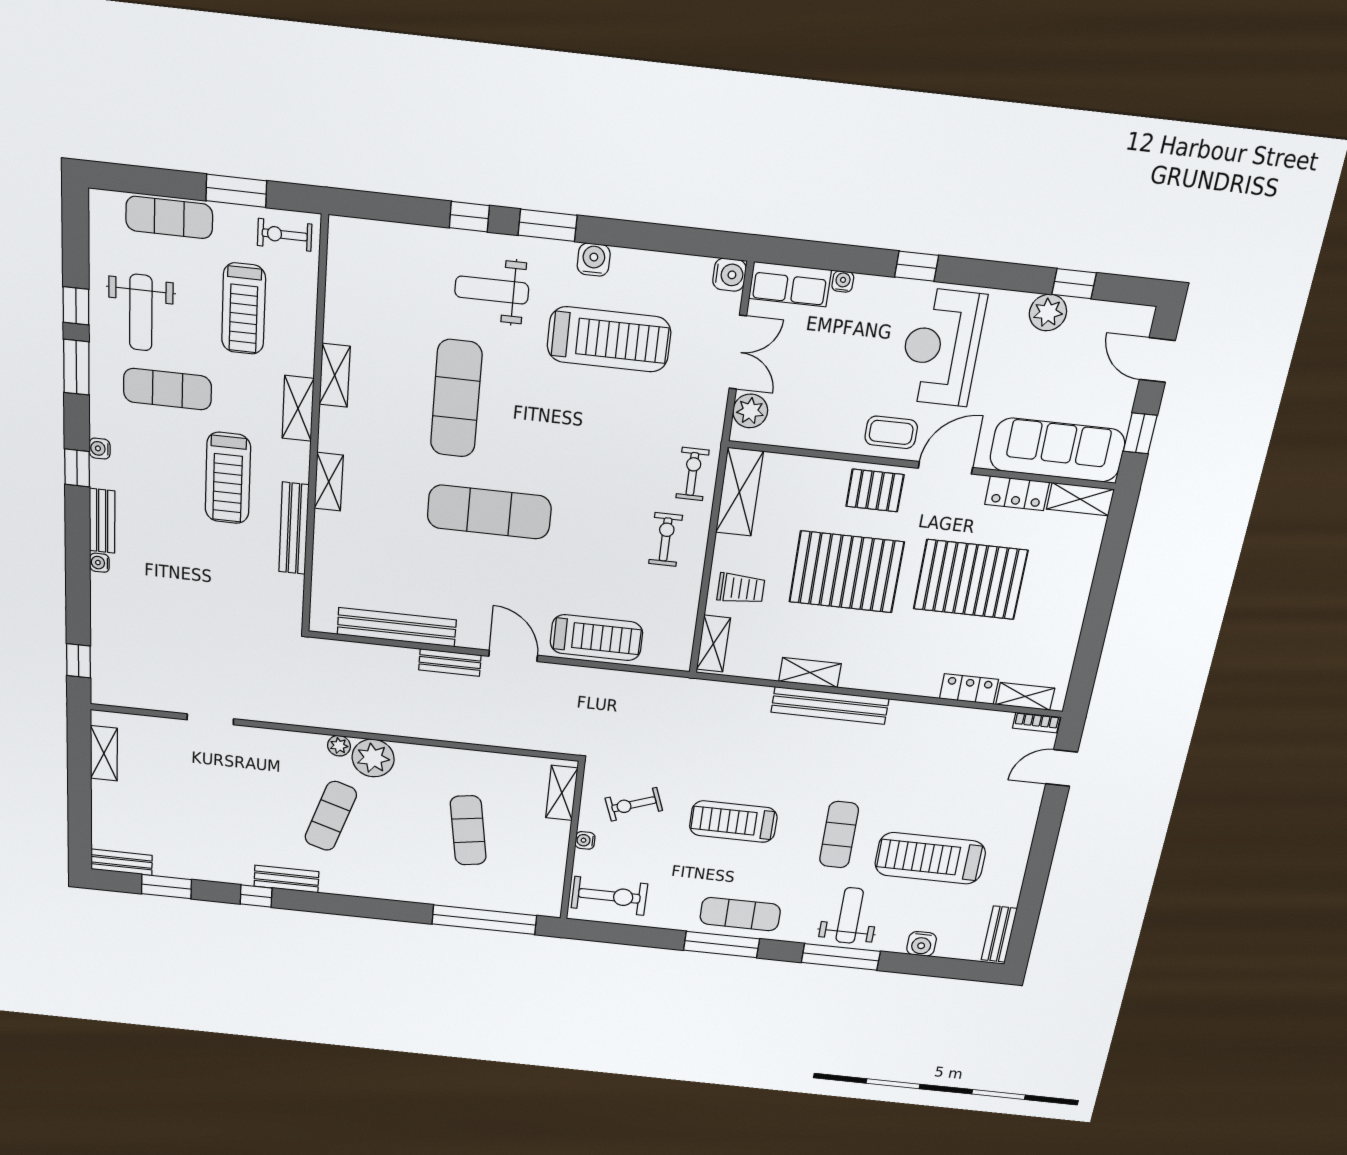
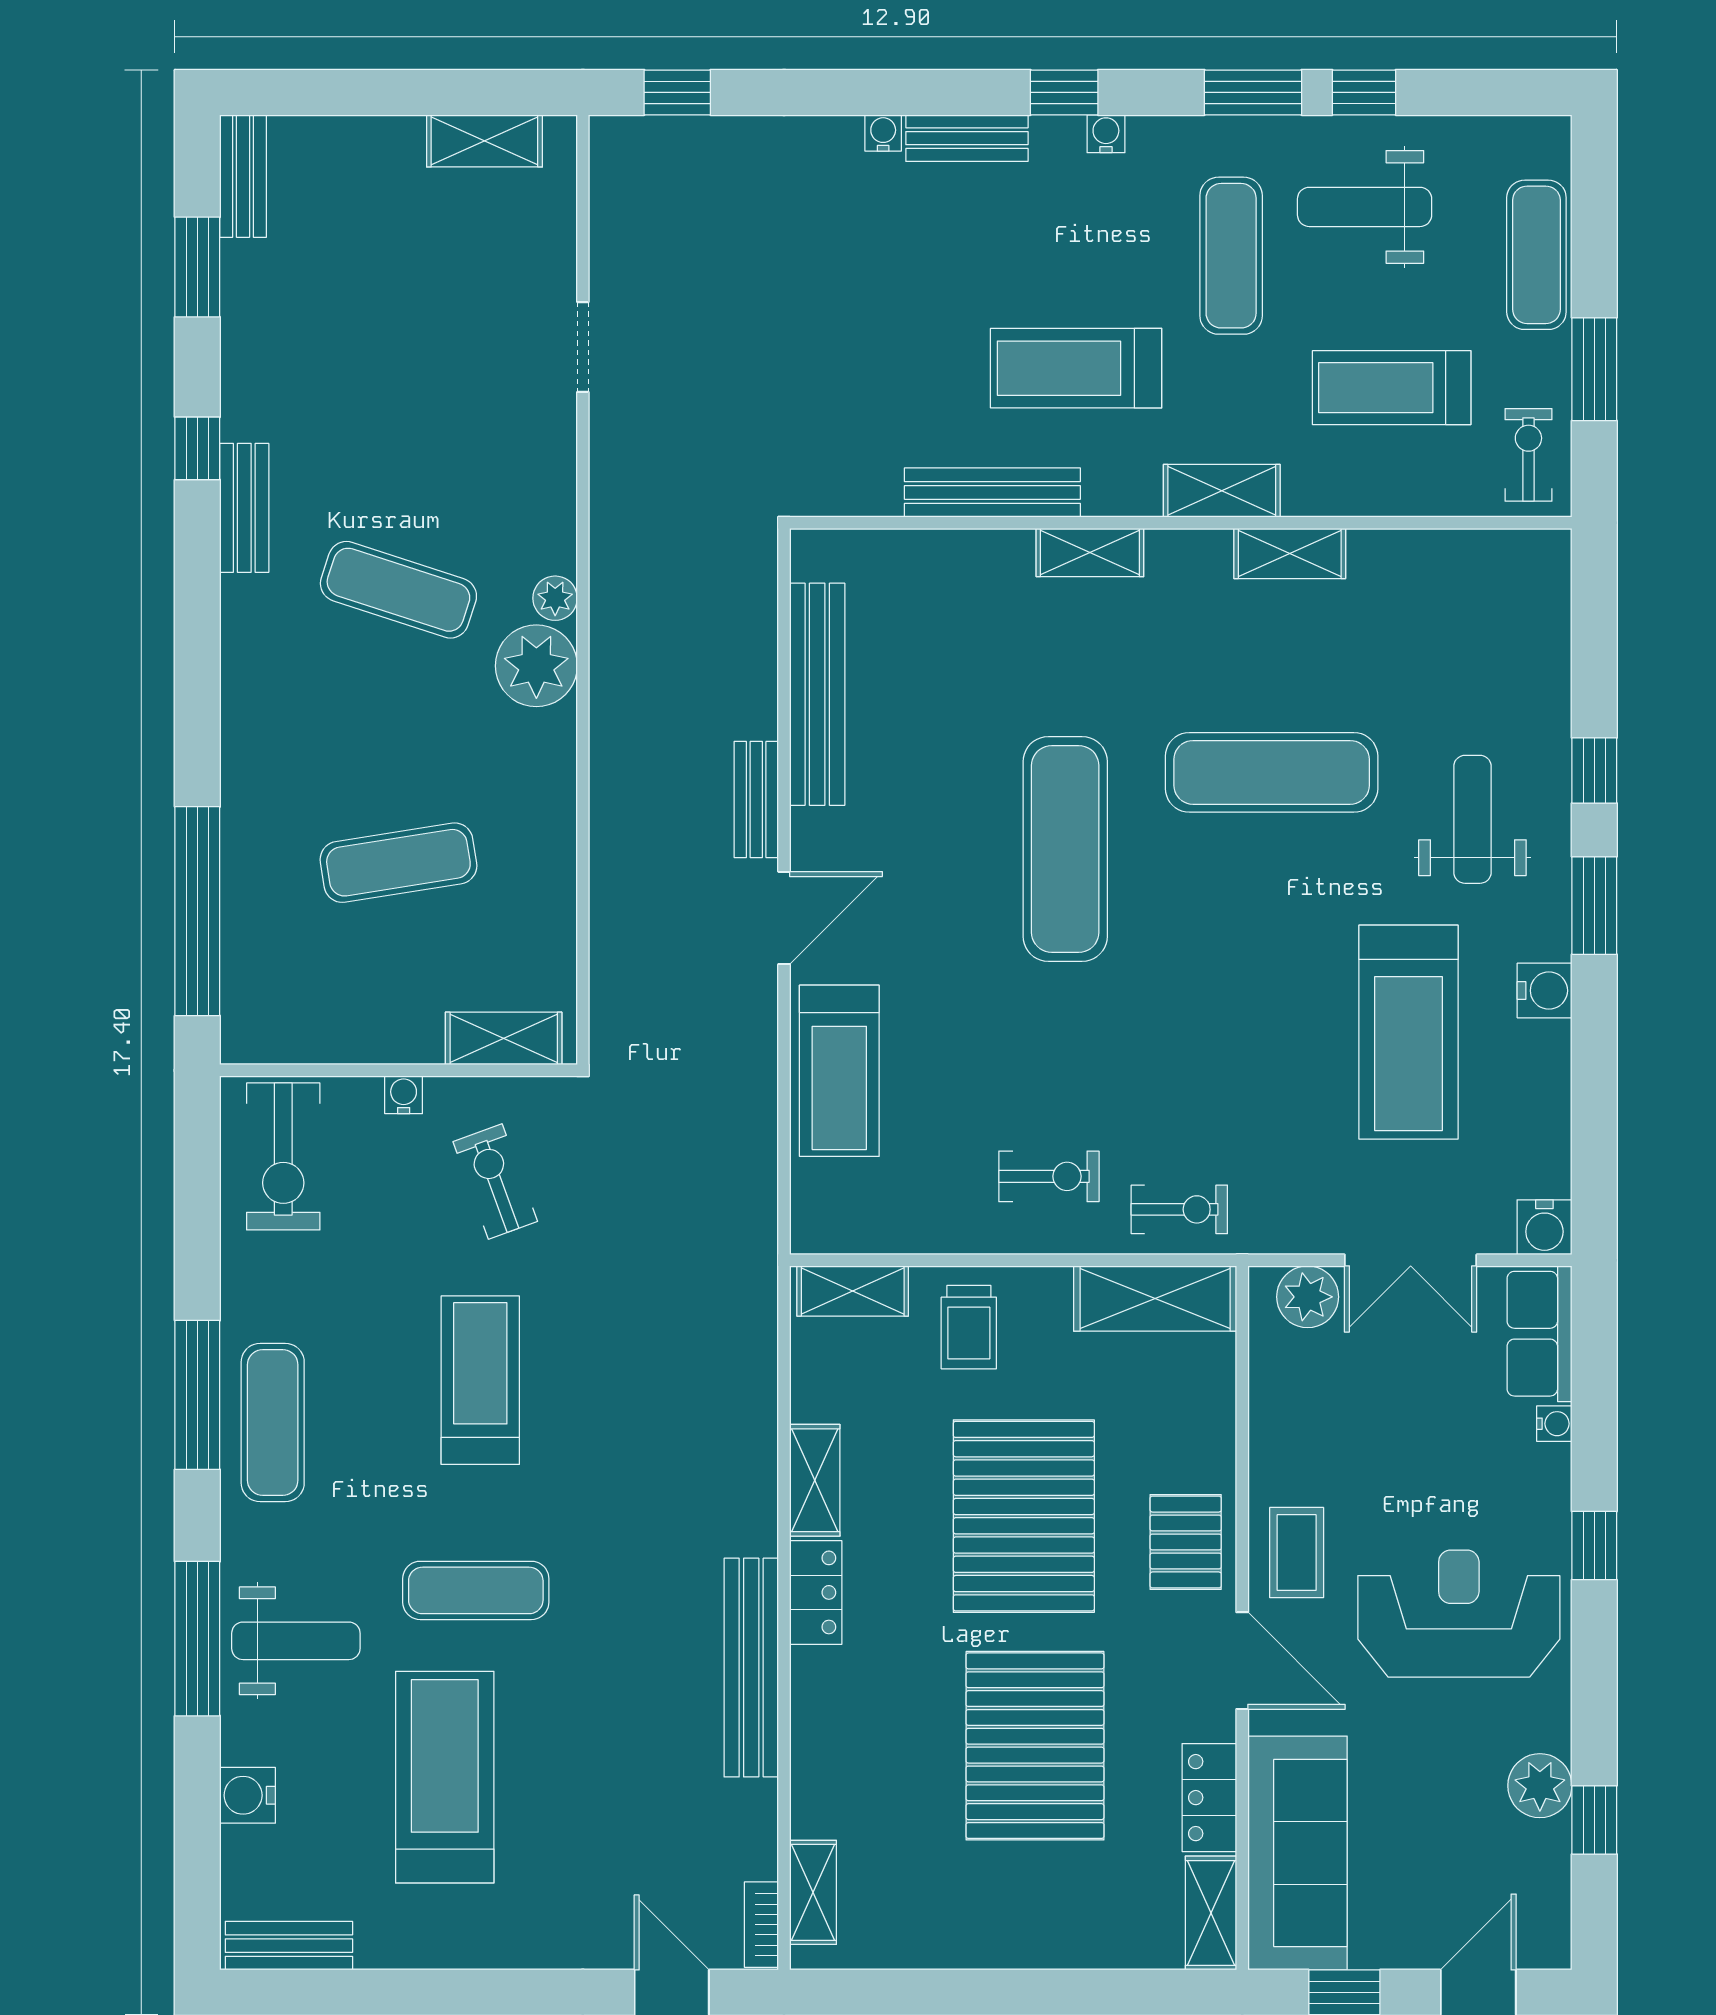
locker: (969, 689) -> (816, 1592), moved
bench: (830, 705) -> (751, 1668), moved

